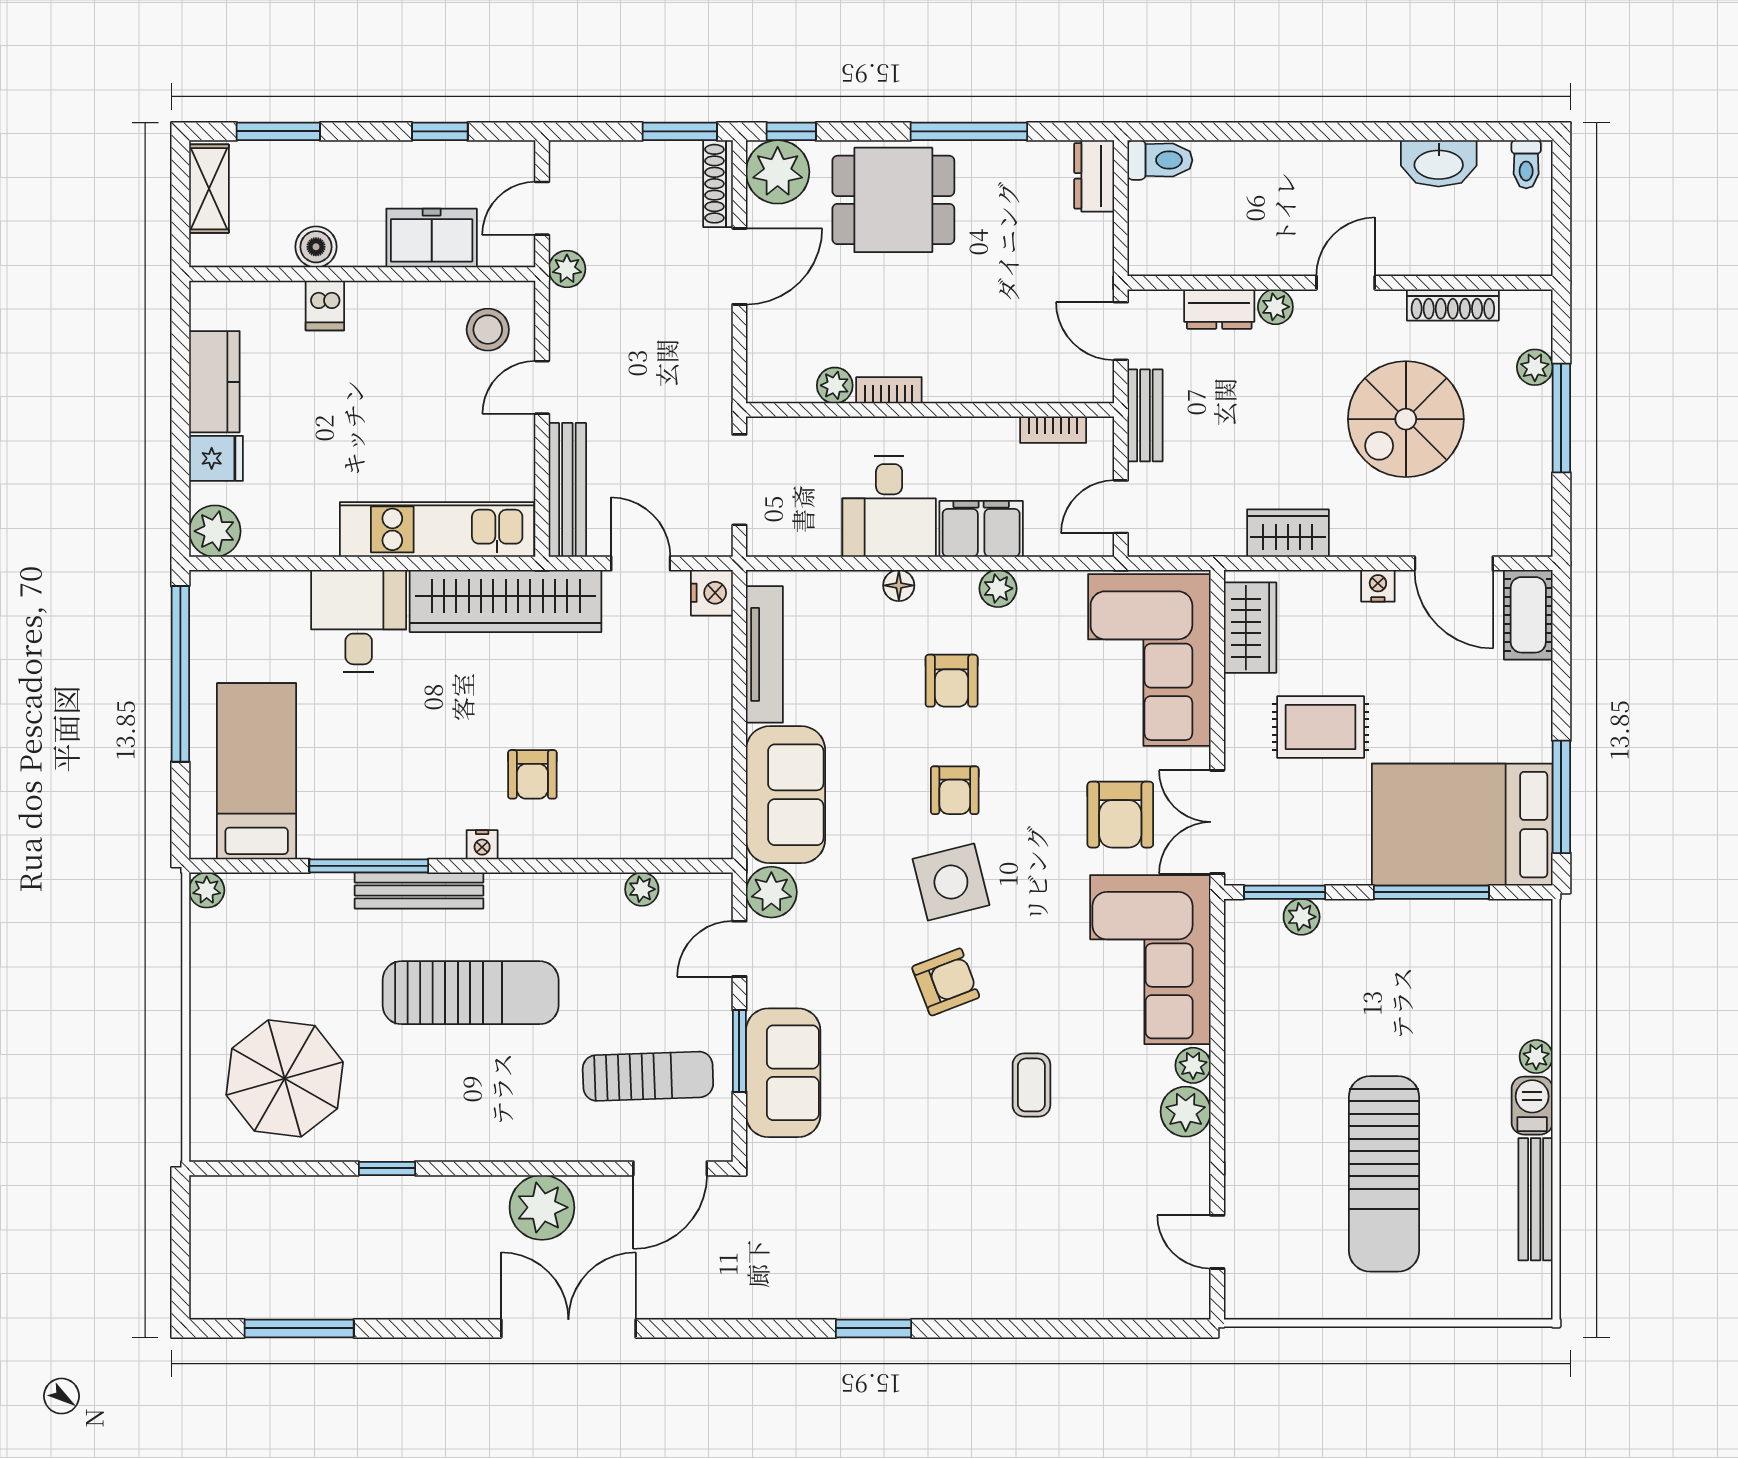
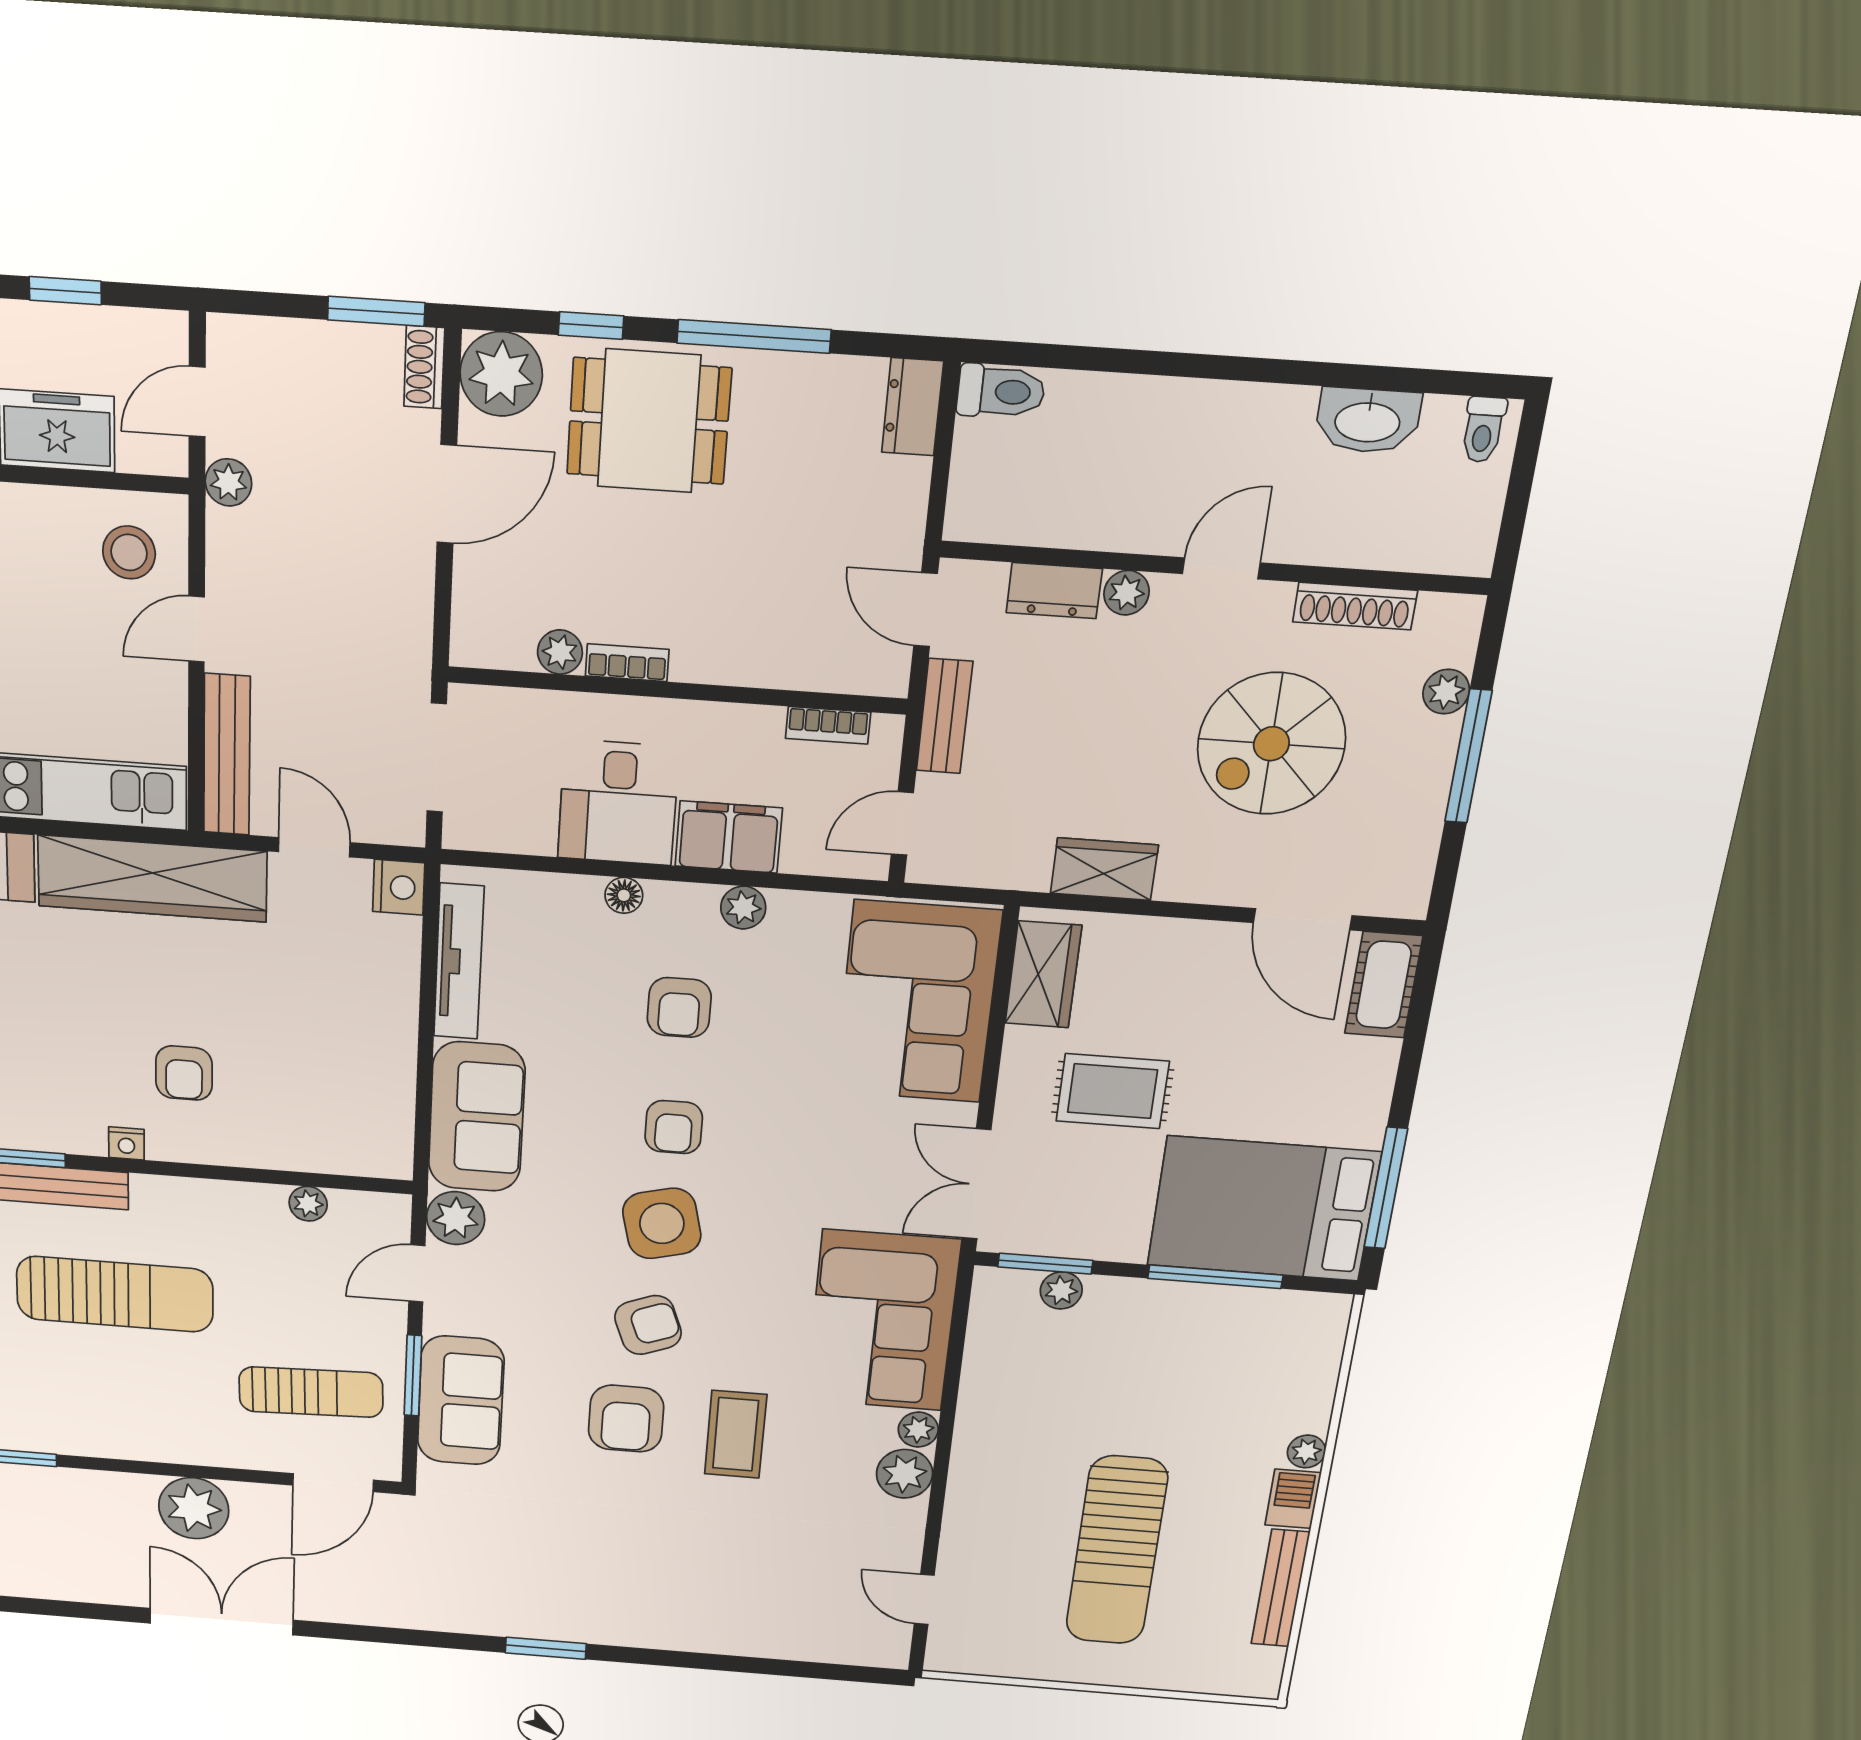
window: (791, 131) -> (591, 326), moved
shoe rack: (718, 184) -> (424, 367), width x0.70
nightstand: (1378, 586) -> (1206, 938), removed
armchair: (1120, 815) -> (626, 1419), moved
coffee table: (1031, 1085) -> (736, 1434), width x1.36, depth x1.30

